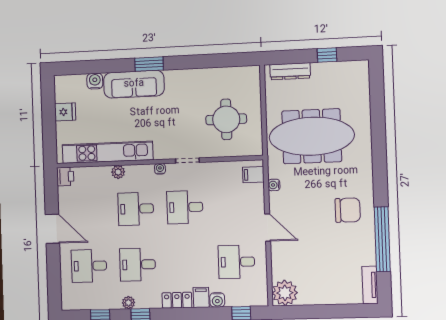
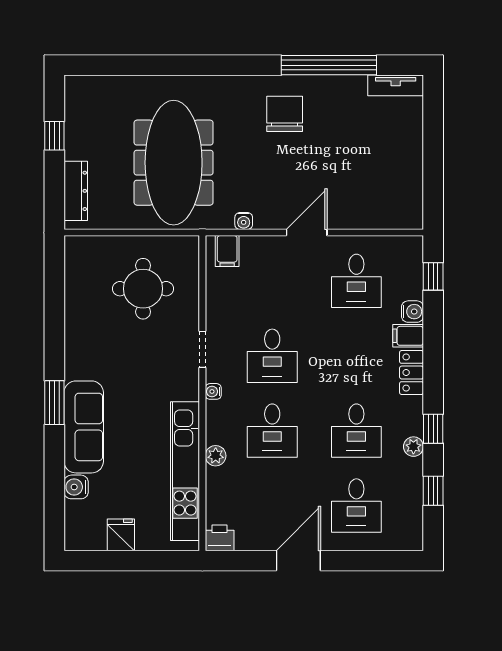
plant: (285, 293) -> (404, 211), removed

